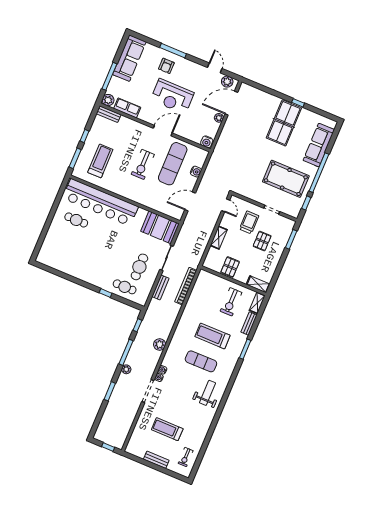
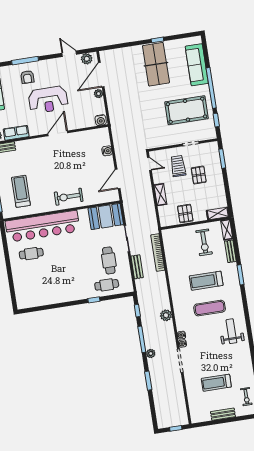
exercise bike: (143, 164) -> (69, 197), moved, turned 90
exercise mat: (173, 164) -> (83, 156), removed

